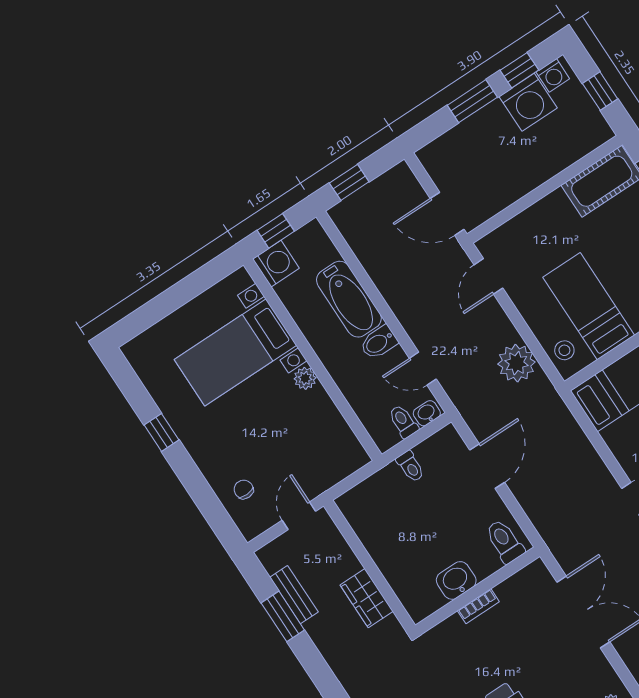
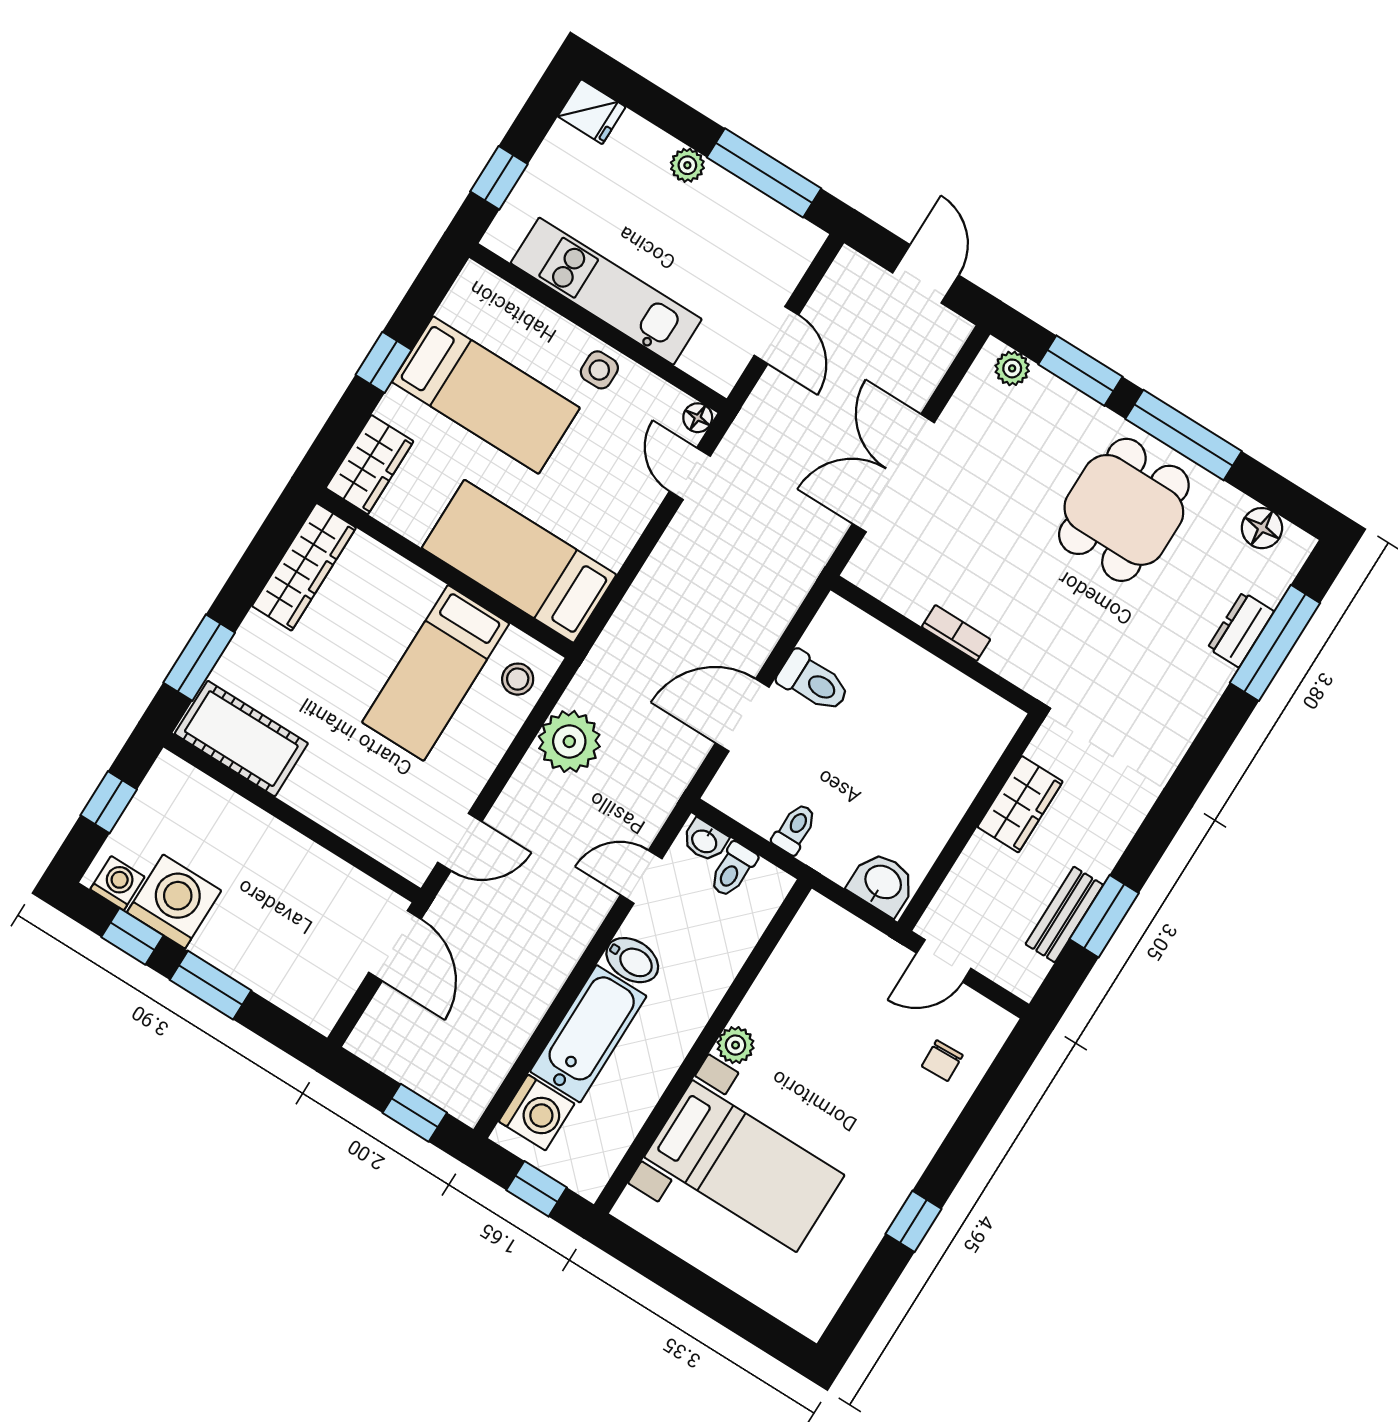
washing machine: (276, 264) -> (537, 1113), moved, turned 180
door: (423, 369) -> (641, 877), swing flipped
toilet: (505, 541) -> (814, 682), moved, turned -90
washbasin: (456, 580) -> (882, 883), moved, turned 180

